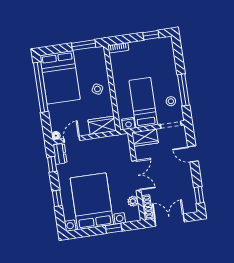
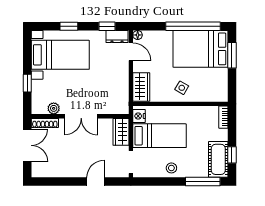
window: (84, 45) -> (232, 55), moved
cot: (157, 47) -> (218, 159), added
window: (183, 90) -> (203, 182), moved
stool: (171, 101) -> (171, 168), moved
window: (199, 195) -> (50, 182), removed
bed with nightstands: (92, 201) -> (60, 55), width x0.73

